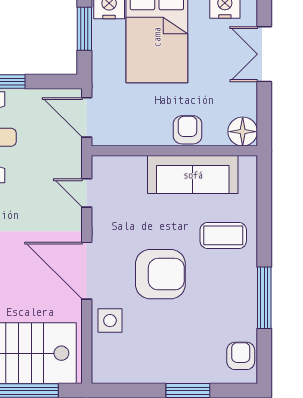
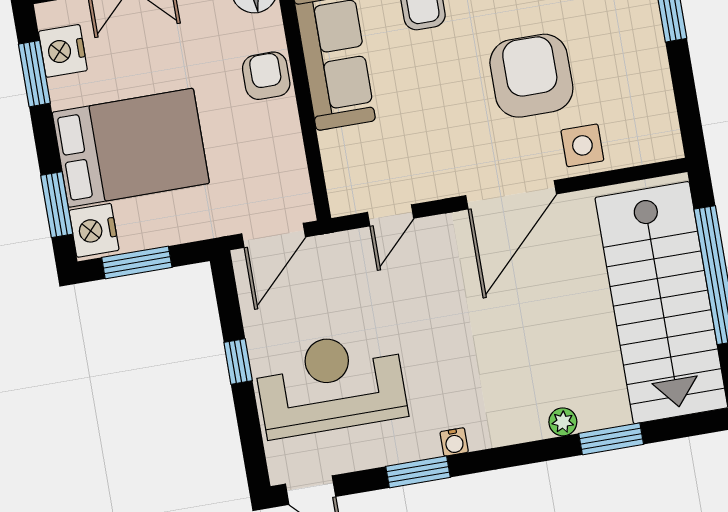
armchair: (188, 130) -> (266, 76), turned 90
armchair: (160, 274) -> (531, 76), moved

